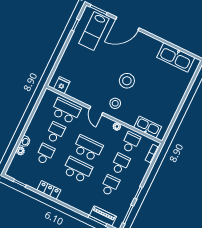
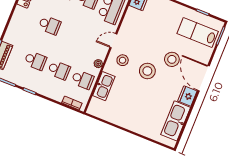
door: (127, 24) -> (204, 78), moved
fridge: (153, 45) -> (187, 96), added
stool: (118, 57) -> (172, 59), added
kitchen sink: (148, 127) -> (104, 86), moved
school desk: (88, 148) -> (73, 35), removed
school desk: (77, 170) -> (50, 25), width x0.54

